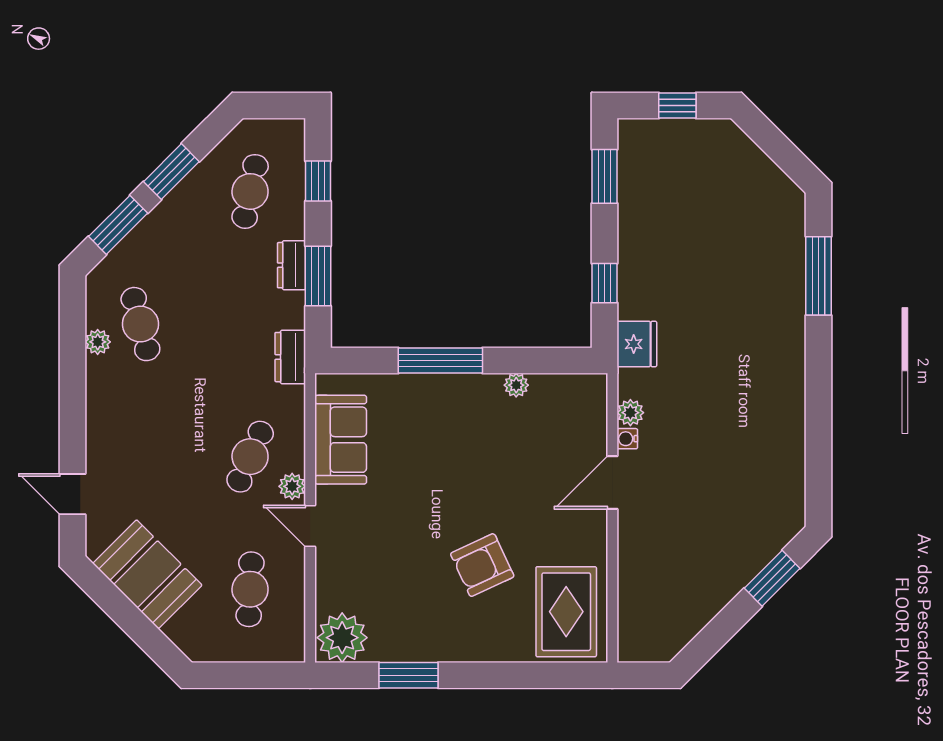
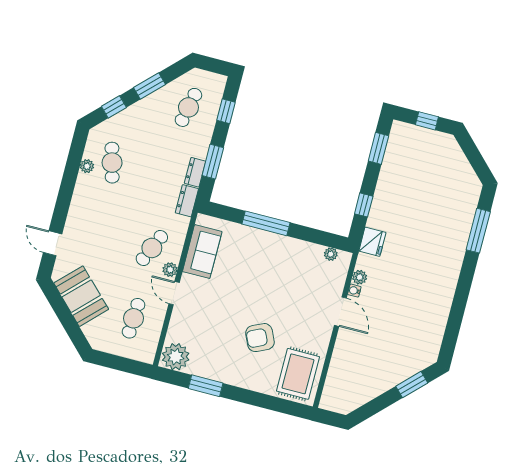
window: (118, 225) -> (114, 107), width x0.67
dresser: (292, 265) -> (195, 172), moved
plant: (516, 385) -> (331, 254), moved
door: (612, 482) -> (340, 312), swing flipped

